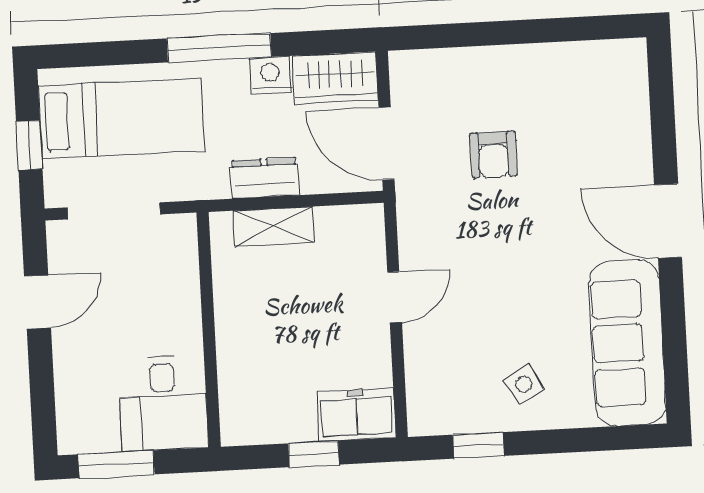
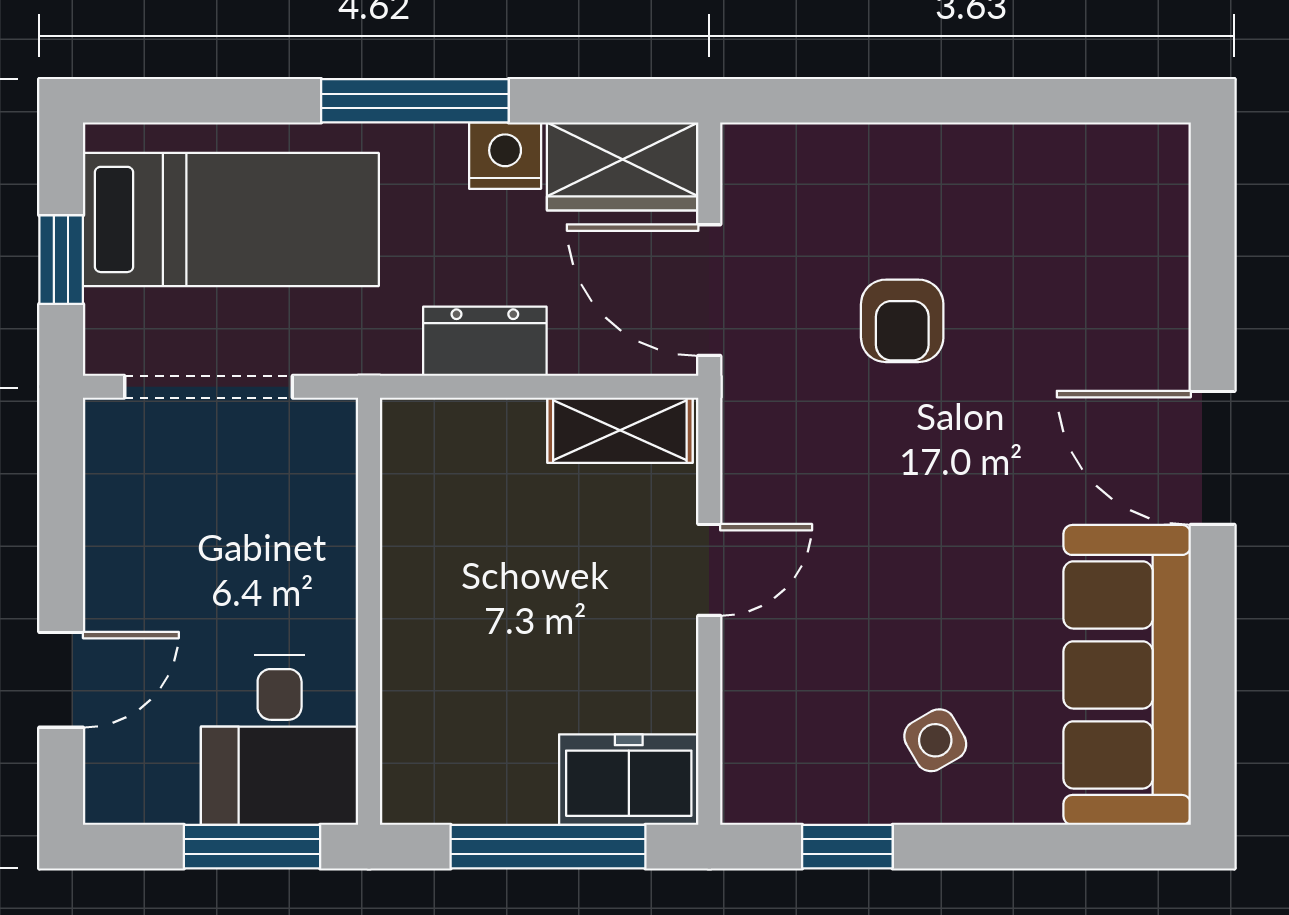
shelving: (273, 227) -> (620, 430), moved
door: (37, 302) -> (61, 680), moved
window: (314, 454) -> (548, 847), width x2.17
window: (116, 464) -> (252, 847), moved

